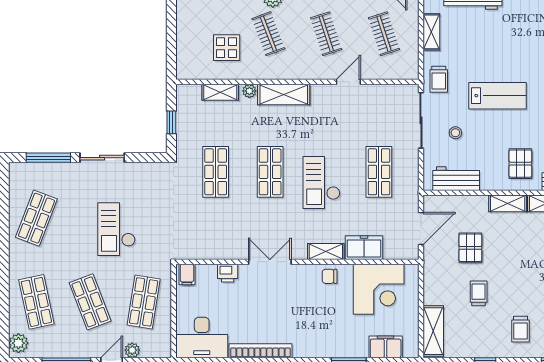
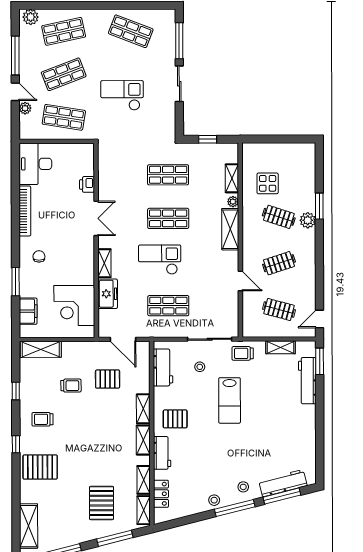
clothes rail: (268, 34) -> (279, 217), turned 39
clothes rail: (384, 34) -> (279, 309), turned 33
filing cabinet: (187, 274) -> (86, 152), removed
chair: (330, 276) -> (39, 256), moved

